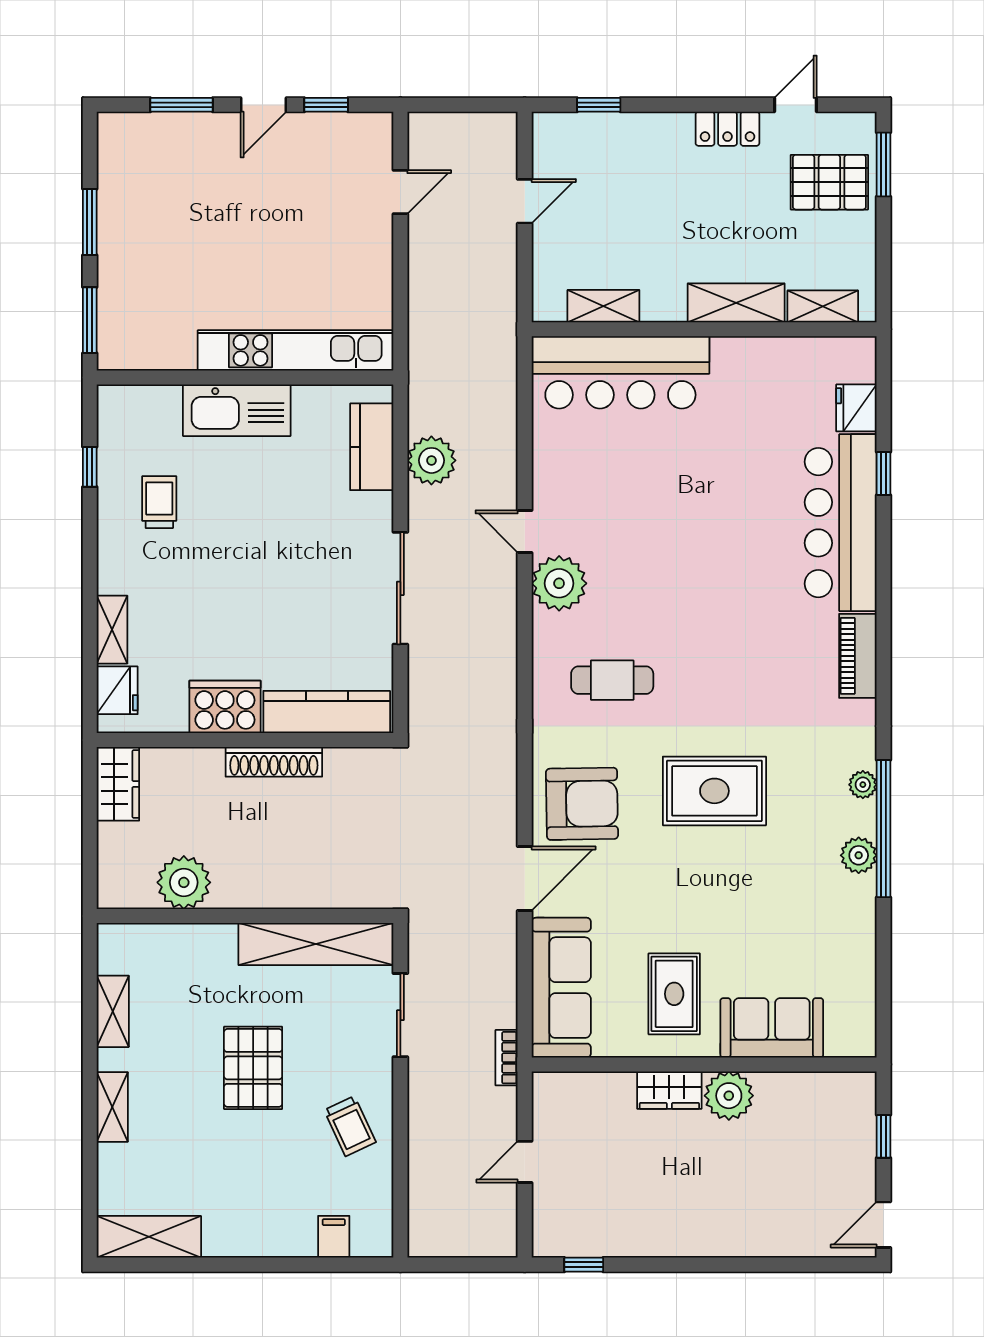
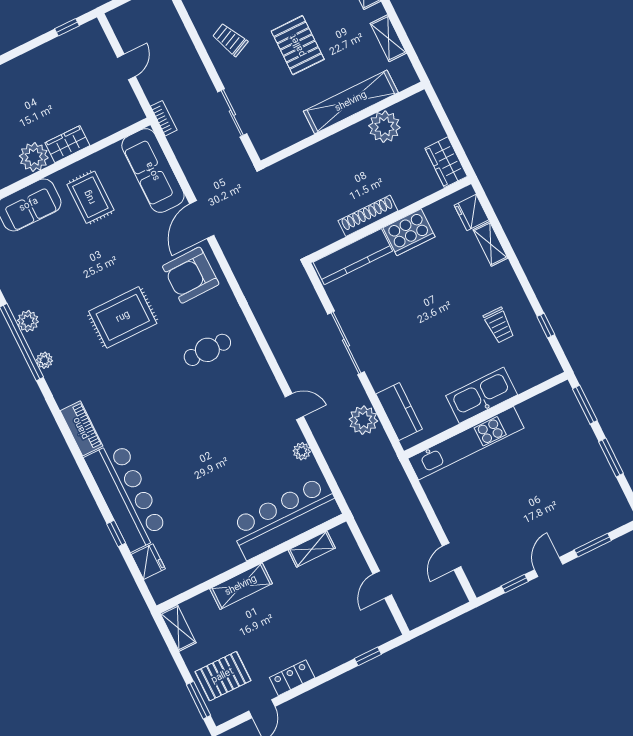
shelving: (823, 306) -> (178, 628), moved, turned 90
plant: (559, 583) -> (302, 451), moved, width x0.53, depth x0.53
shelving: (316, 944) -> (351, 102), moved

